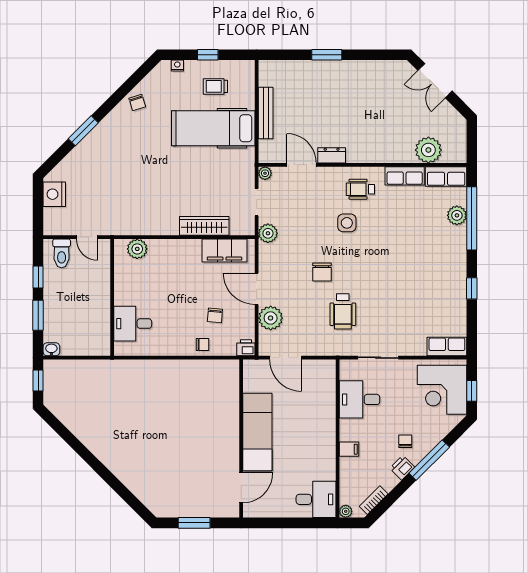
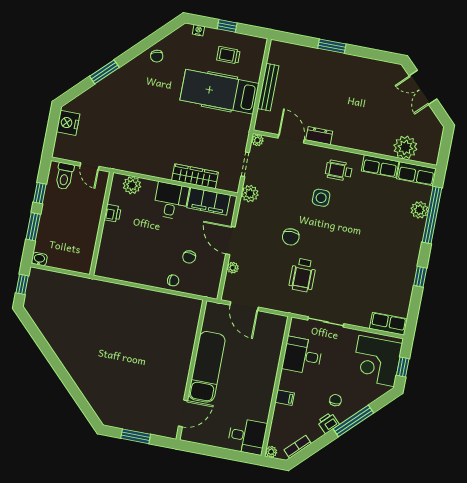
plant: (271, 318) -> (233, 268), width x0.53, depth x0.53
desk: (133, 324) -> (171, 201), moved, turned 90
printer: (246, 348) -> (113, 213), moved, turned 90

